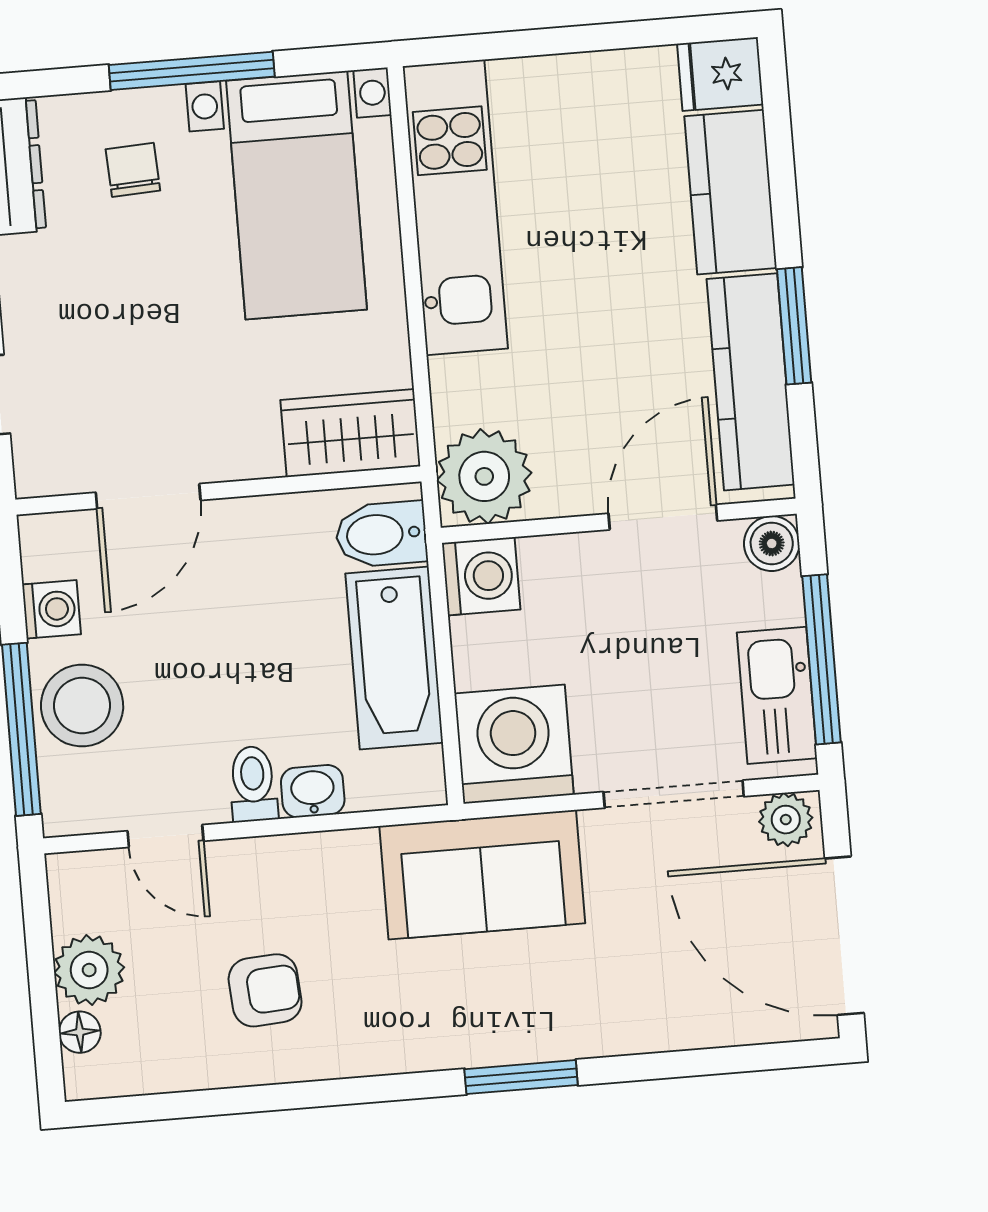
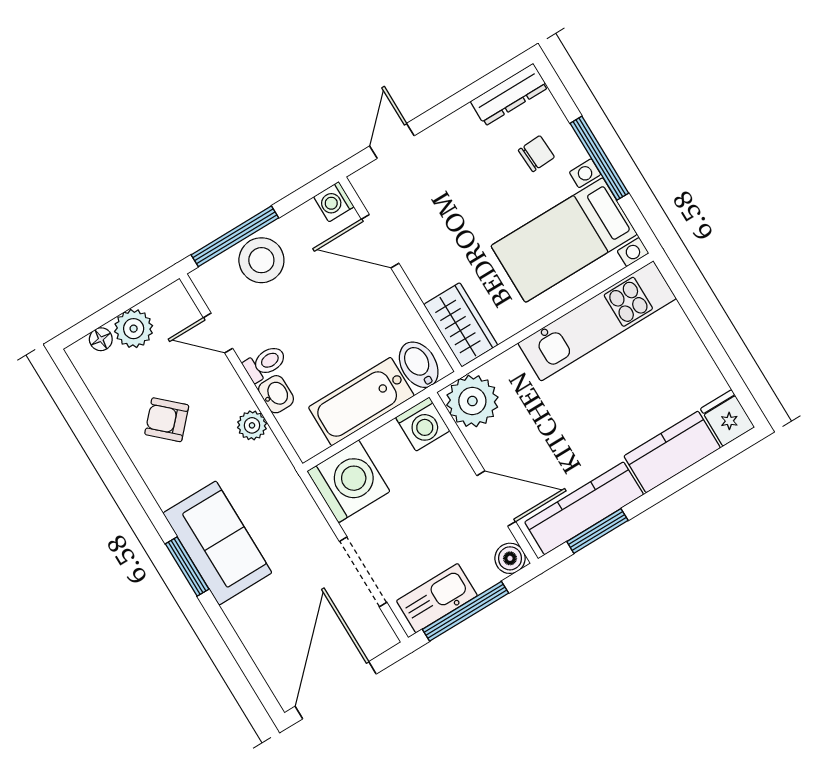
window: (794, 326) -> (597, 531), moved
washing machine: (51, 609) -> (334, 202), moved, turned 90
plant: (786, 820) -> (252, 425), moved
door: (166, 836) -> (218, 333), hinge flipped
sofa: (482, 875) -> (217, 543), moved, turned 180
armchair: (265, 990) -> (167, 420), turned 137

